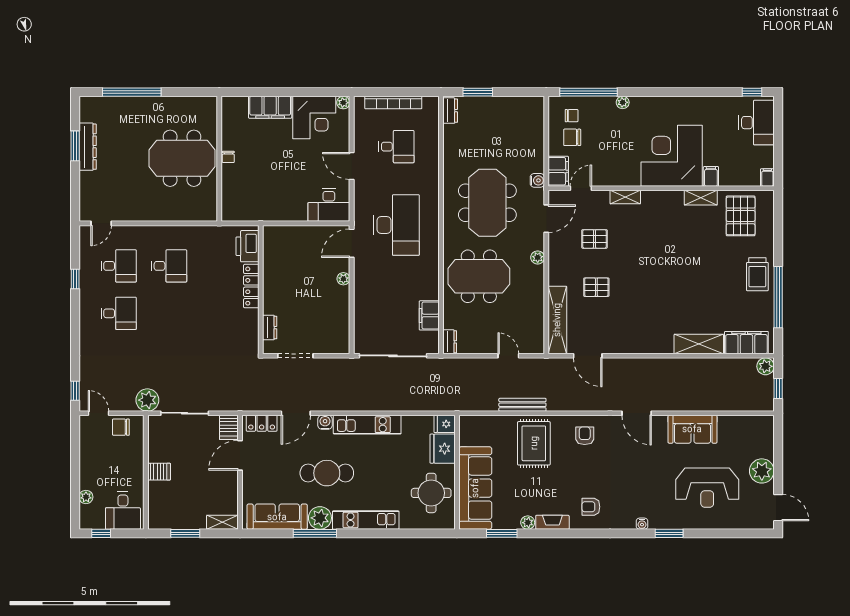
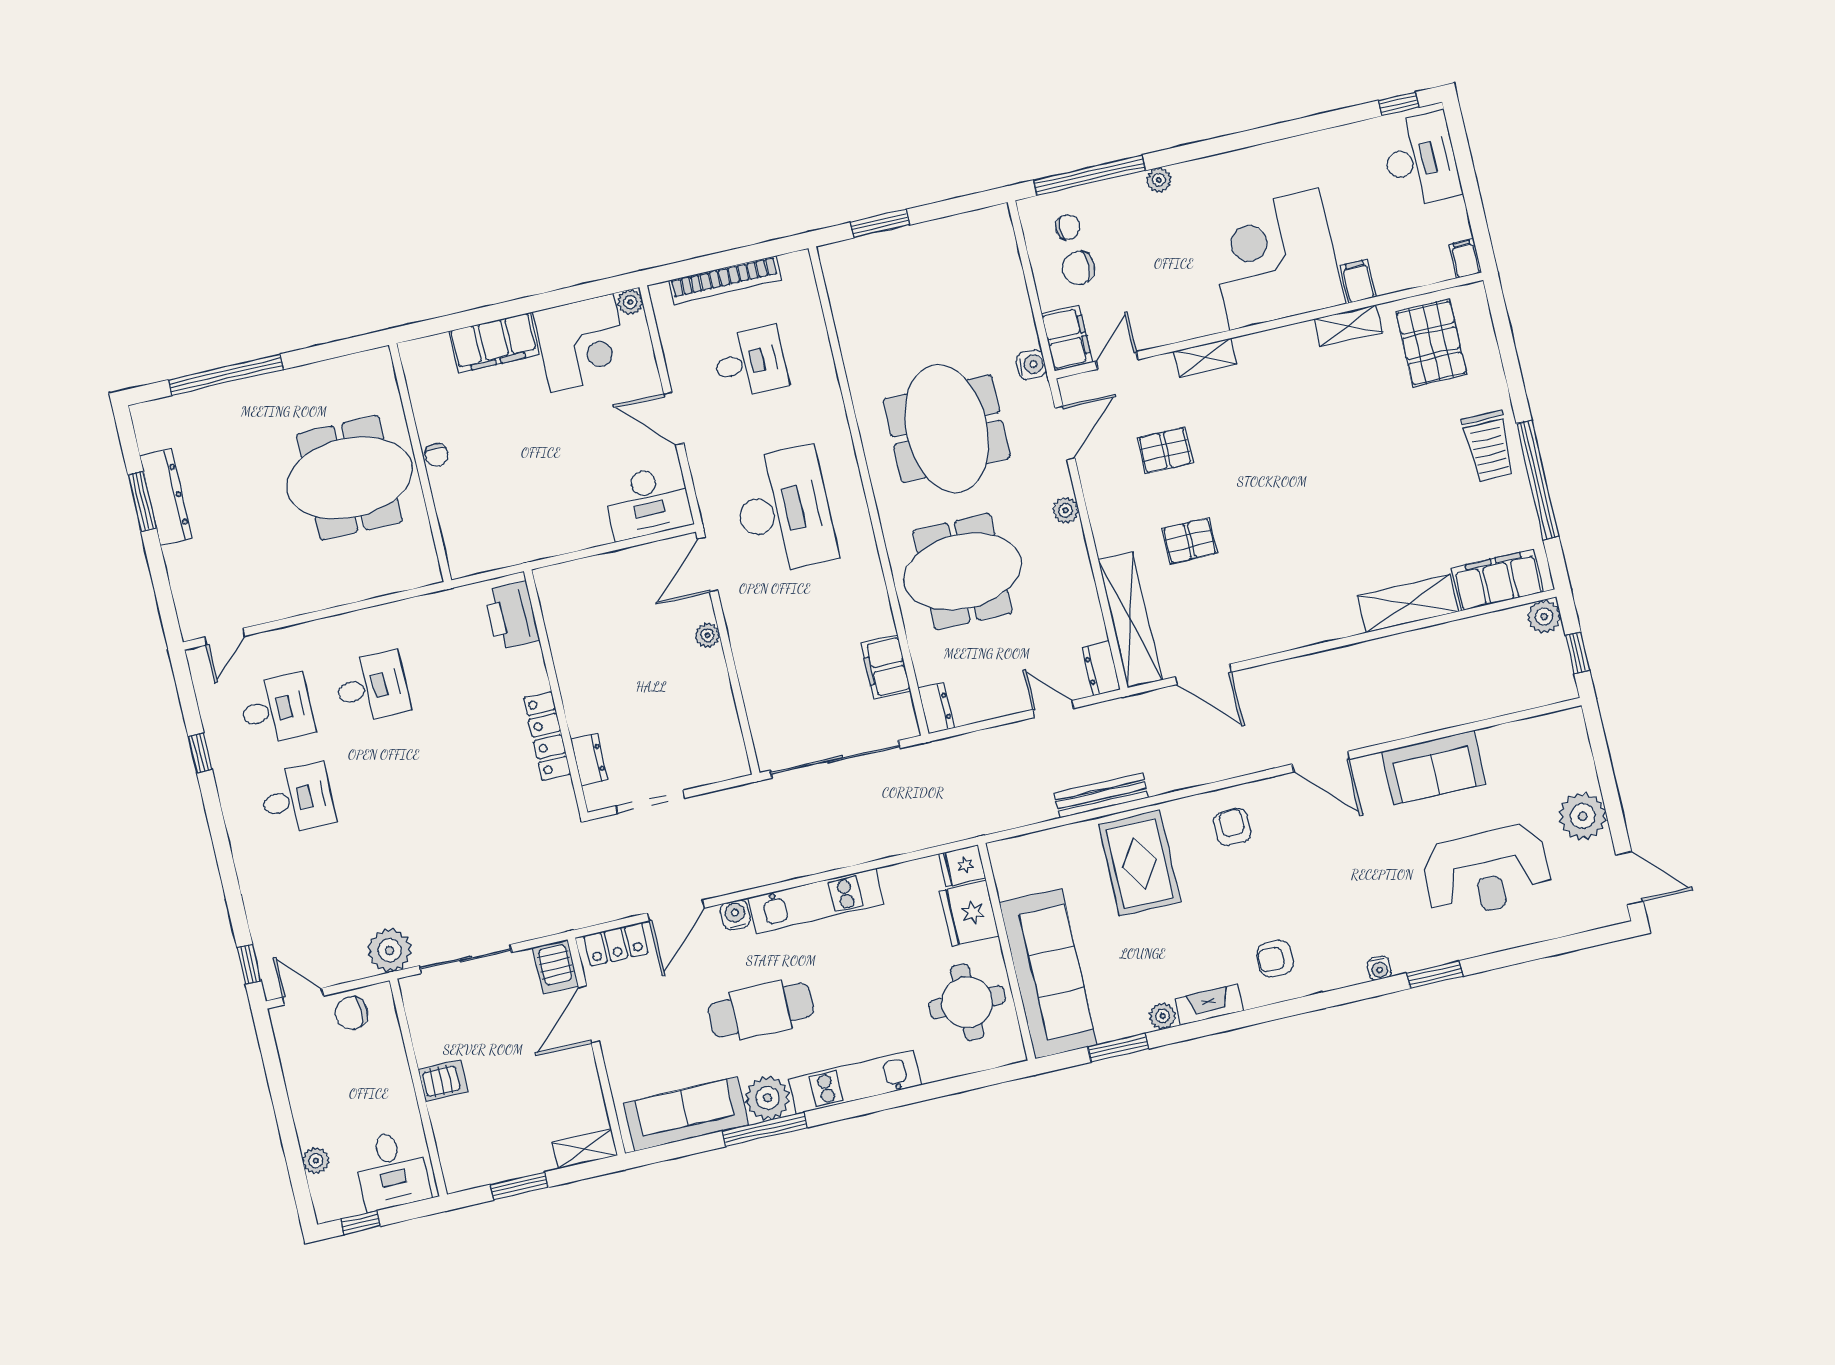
dresser: (450, 111) -> (1101, 668), moved, turned 180
locker: (251, 286) -> (547, 736), moved

